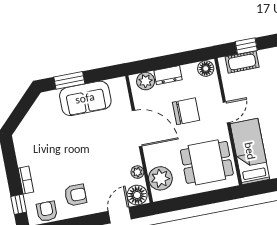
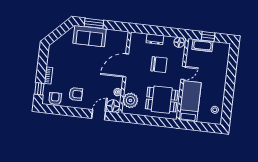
plant: (146, 81) -> (140, 38), removed
sofa: (85, 98) -> (90, 36), moved
door: (137, 128) -> (126, 65), swing flipped

